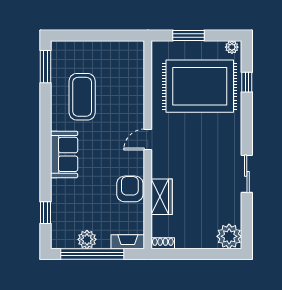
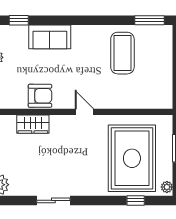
coffee table: (82, 97) -> (122, 53), turned 90
sofa: (64, 154) -> (50, 37), moved

